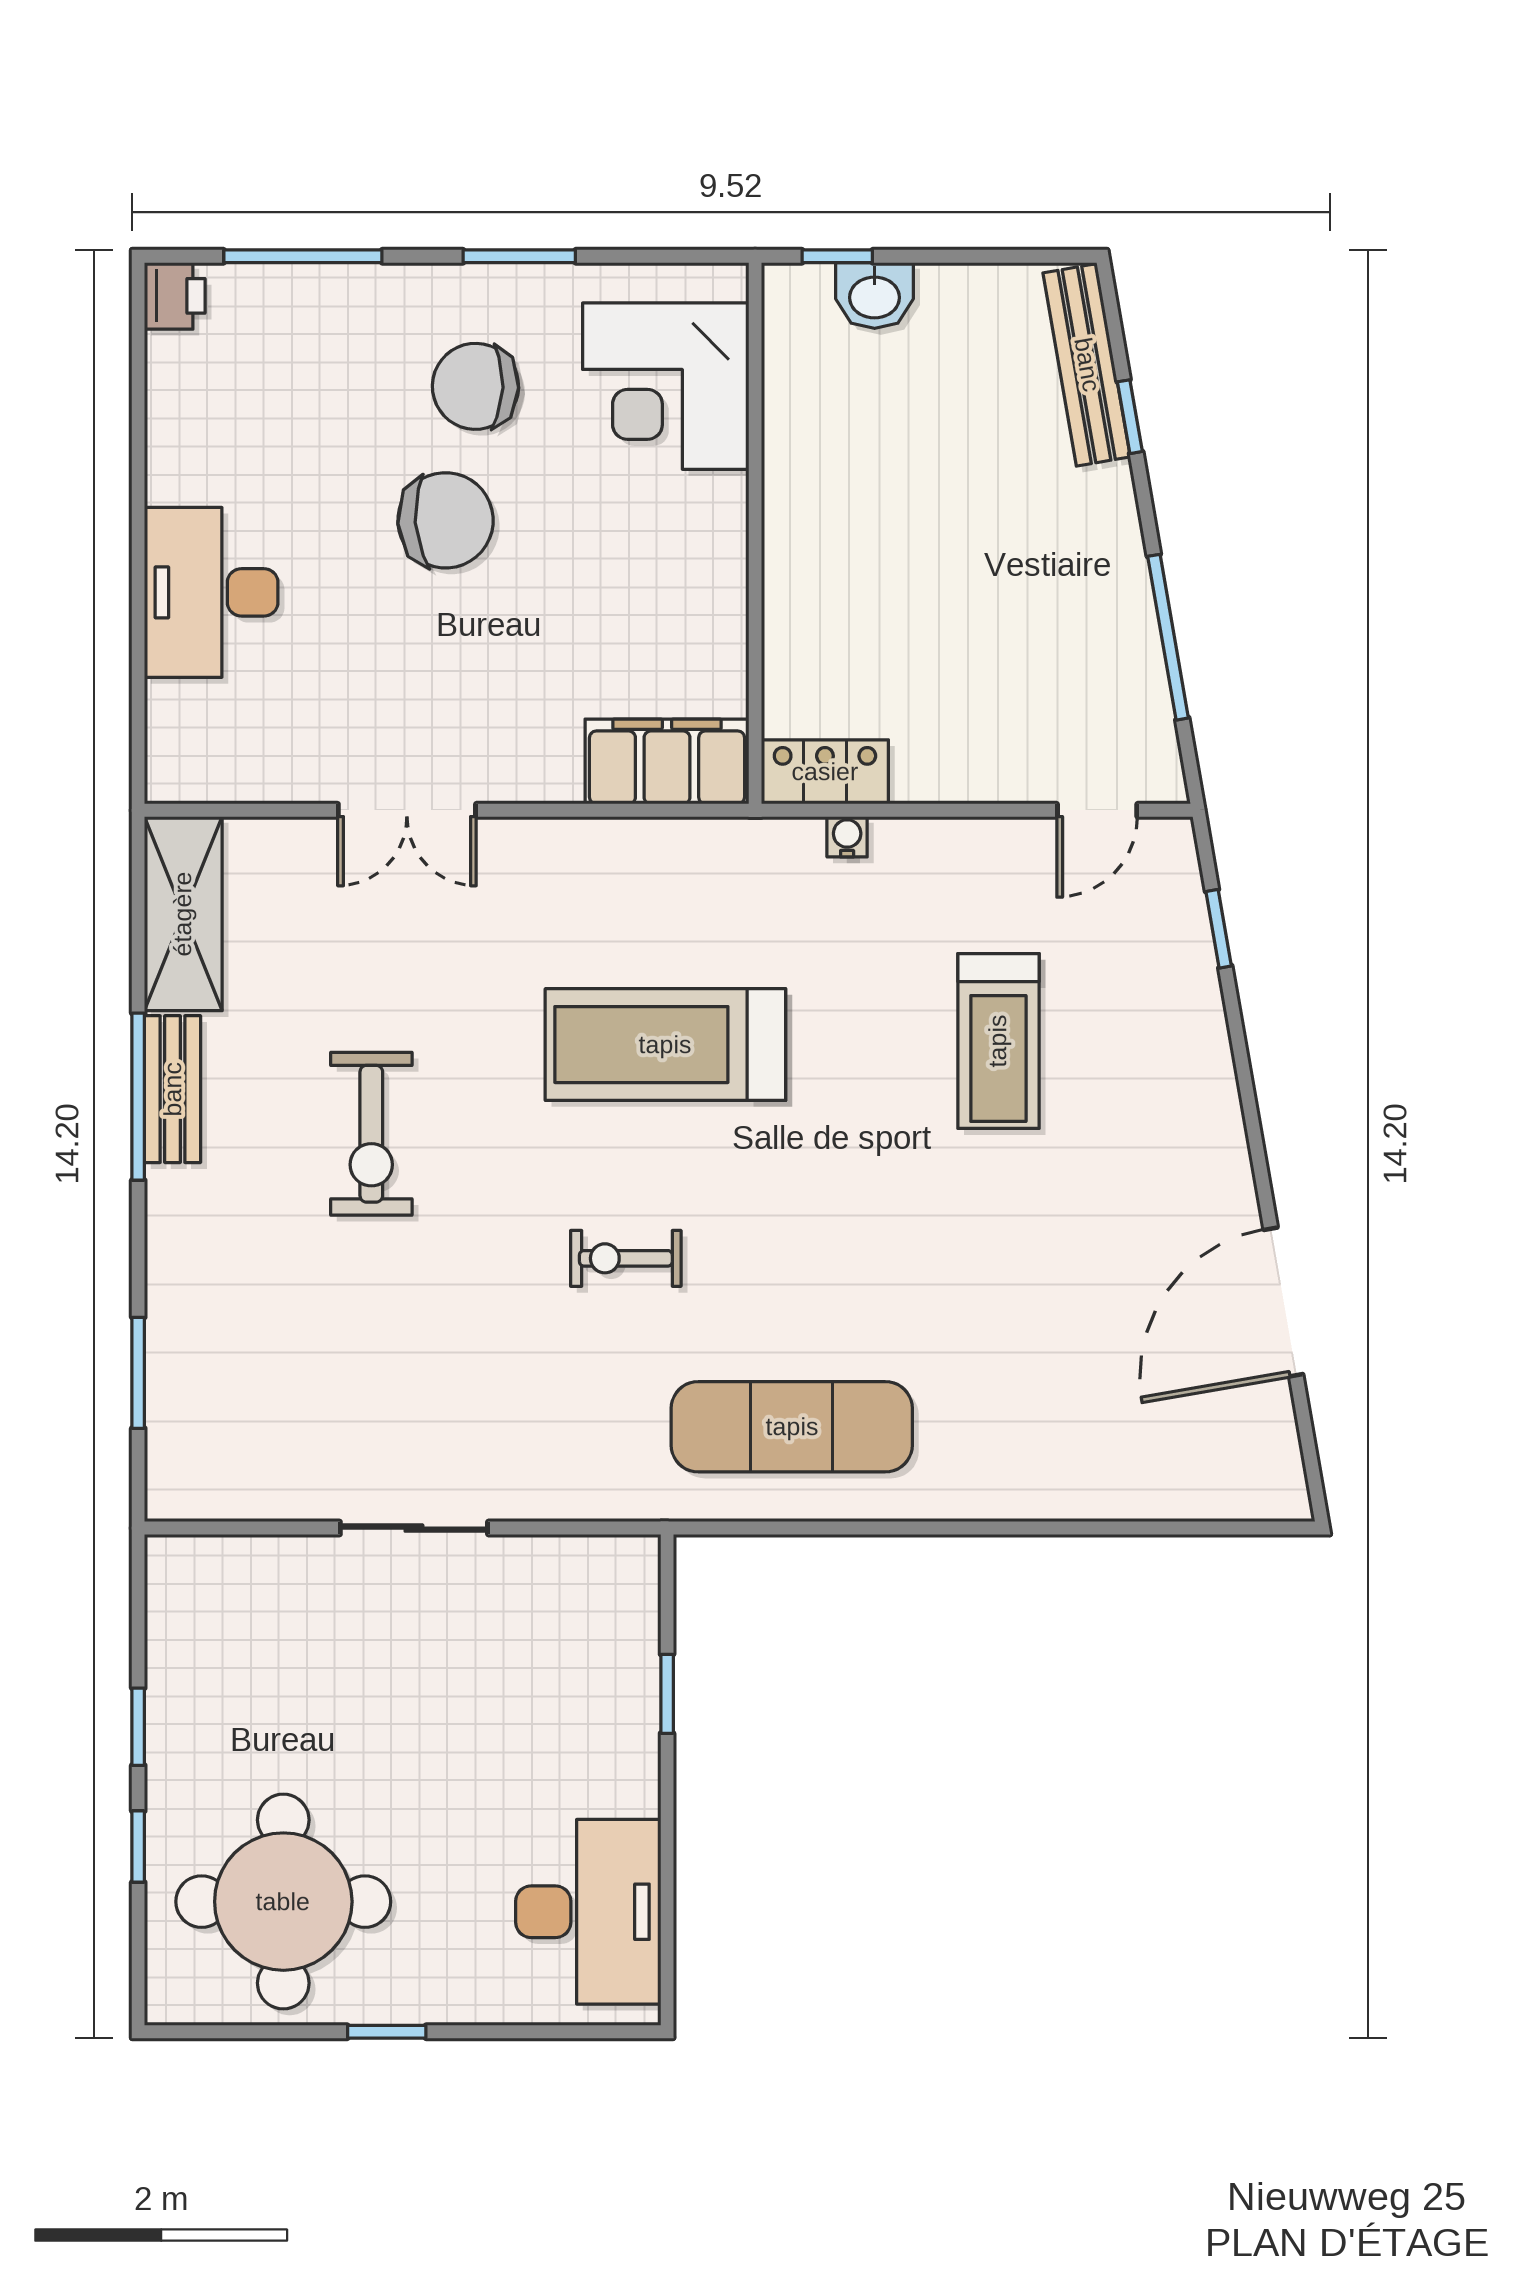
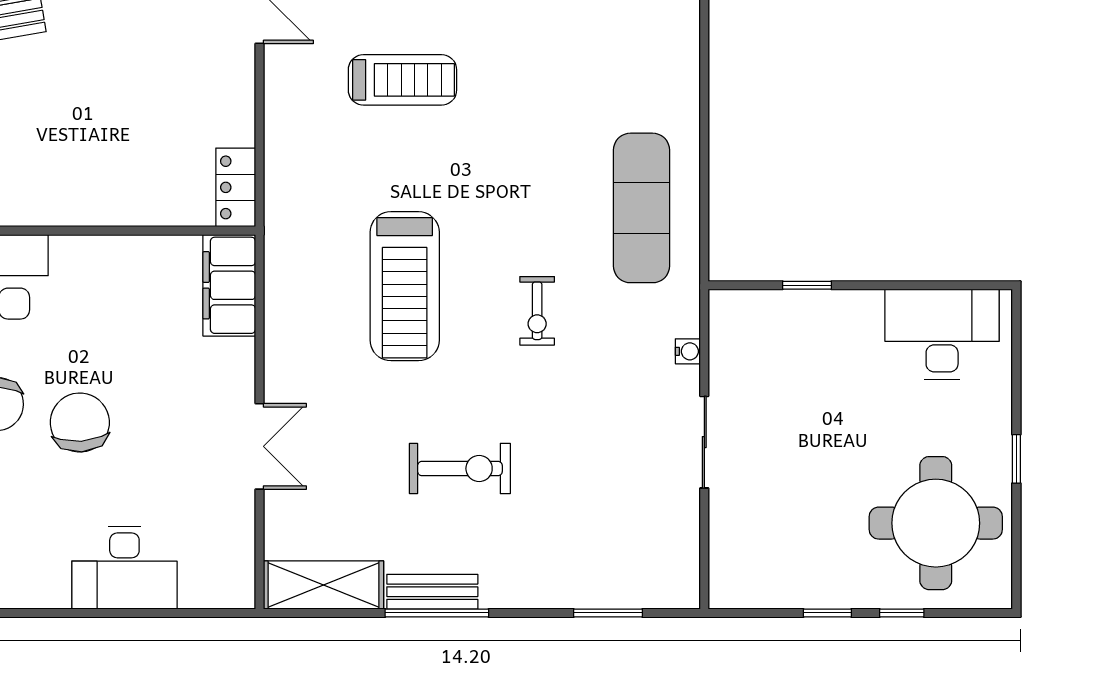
water cooler: (847, 837) -> (688, 351), moved, turned 180

